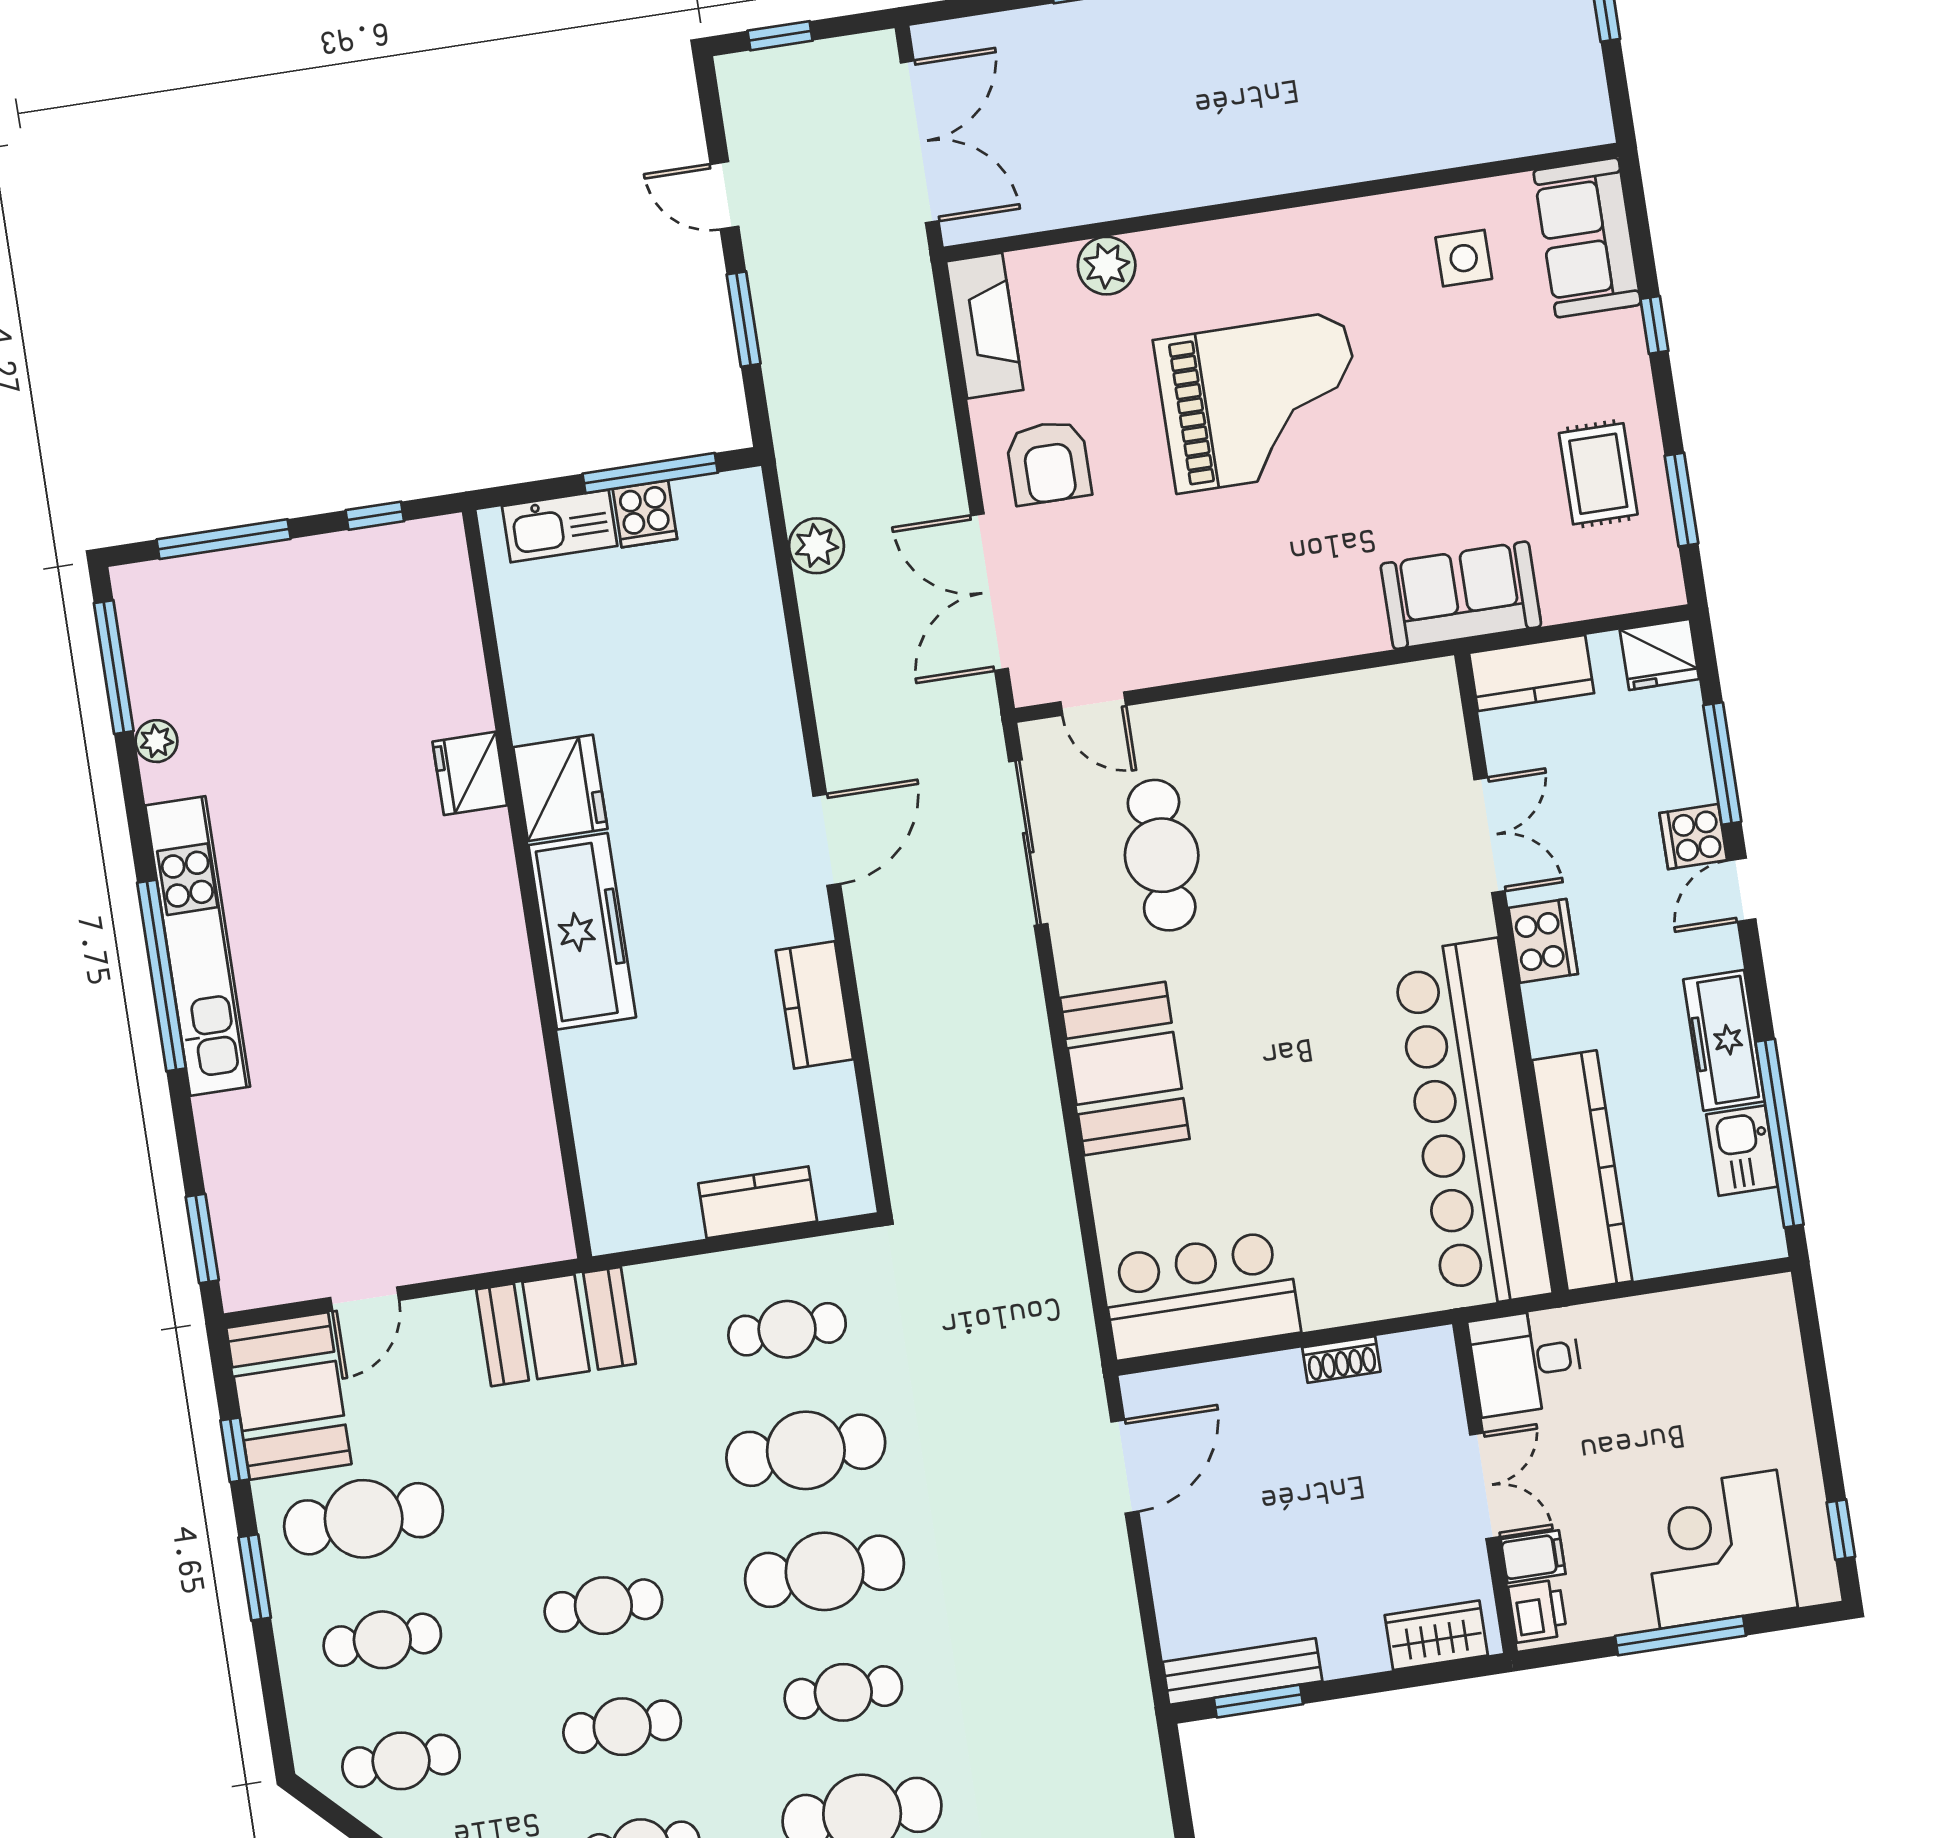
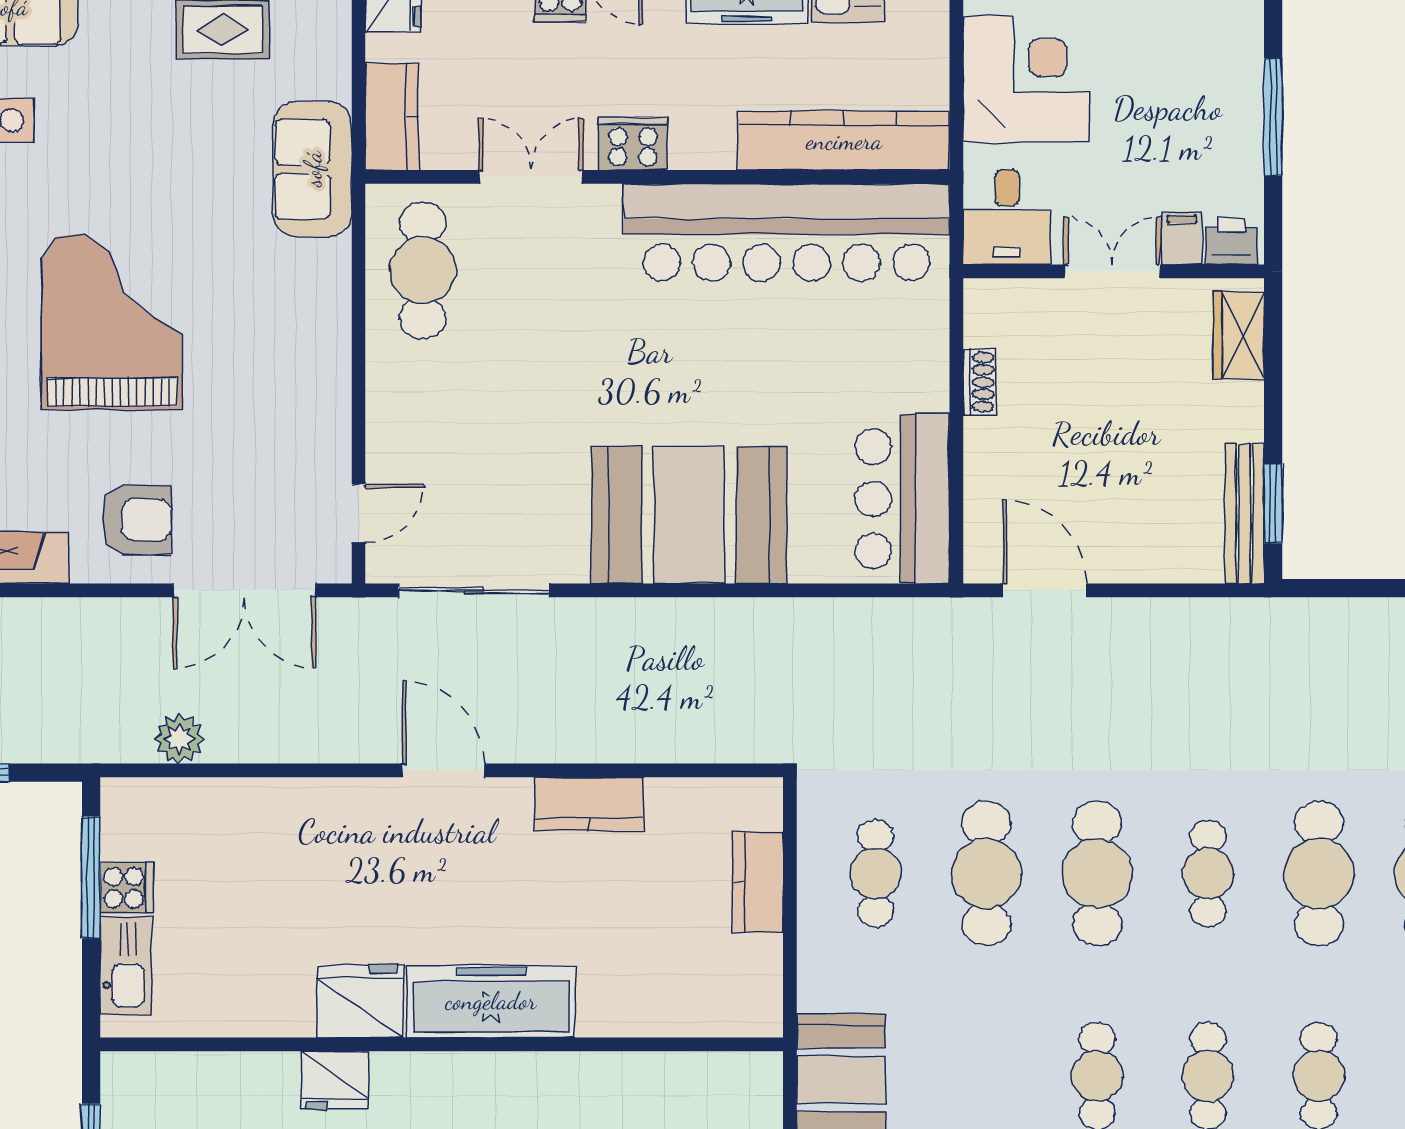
cafe table: (1162, 855) -> (423, 270), moved, turned 90
booth: (1125, 1068) -> (689, 515), width x1.36, depth x1.42
corner desk: (1718, 1549) -> (1026, 79), moved, turned 180

